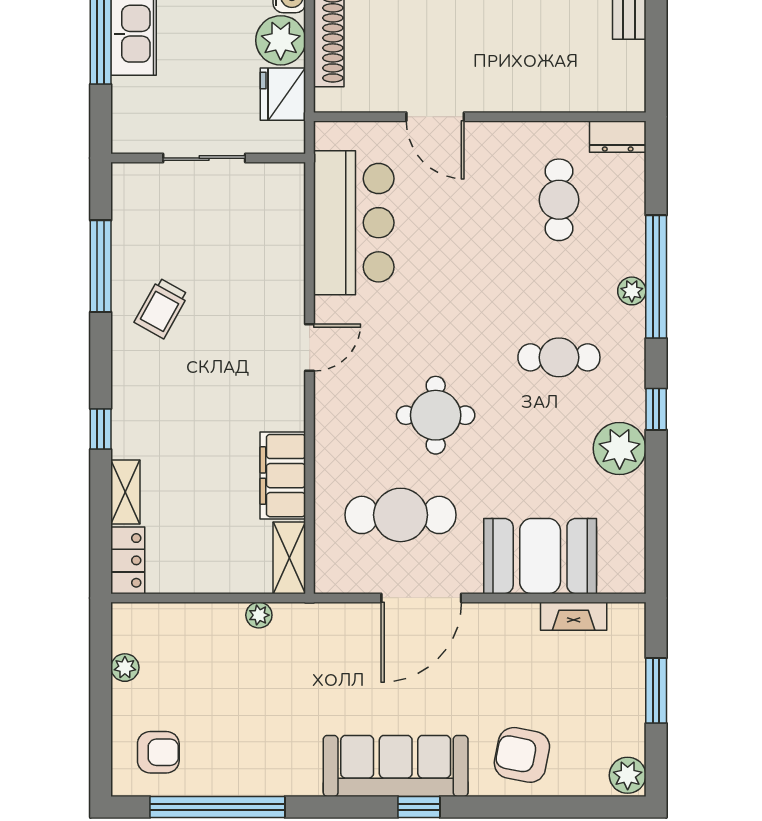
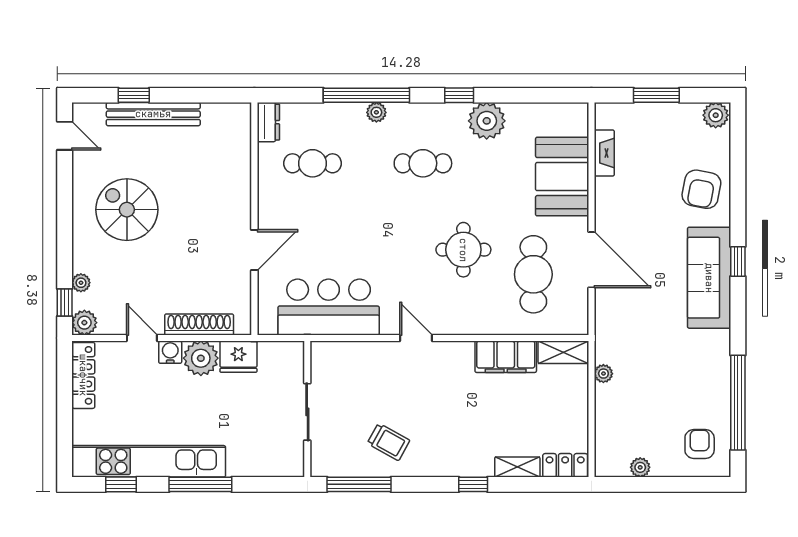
sliding door: (204, 158) -> (307, 412), moved
wall: (208, 158) -> (307, 409), moved
cafe table: (559, 357) -> (423, 163), turned 90

